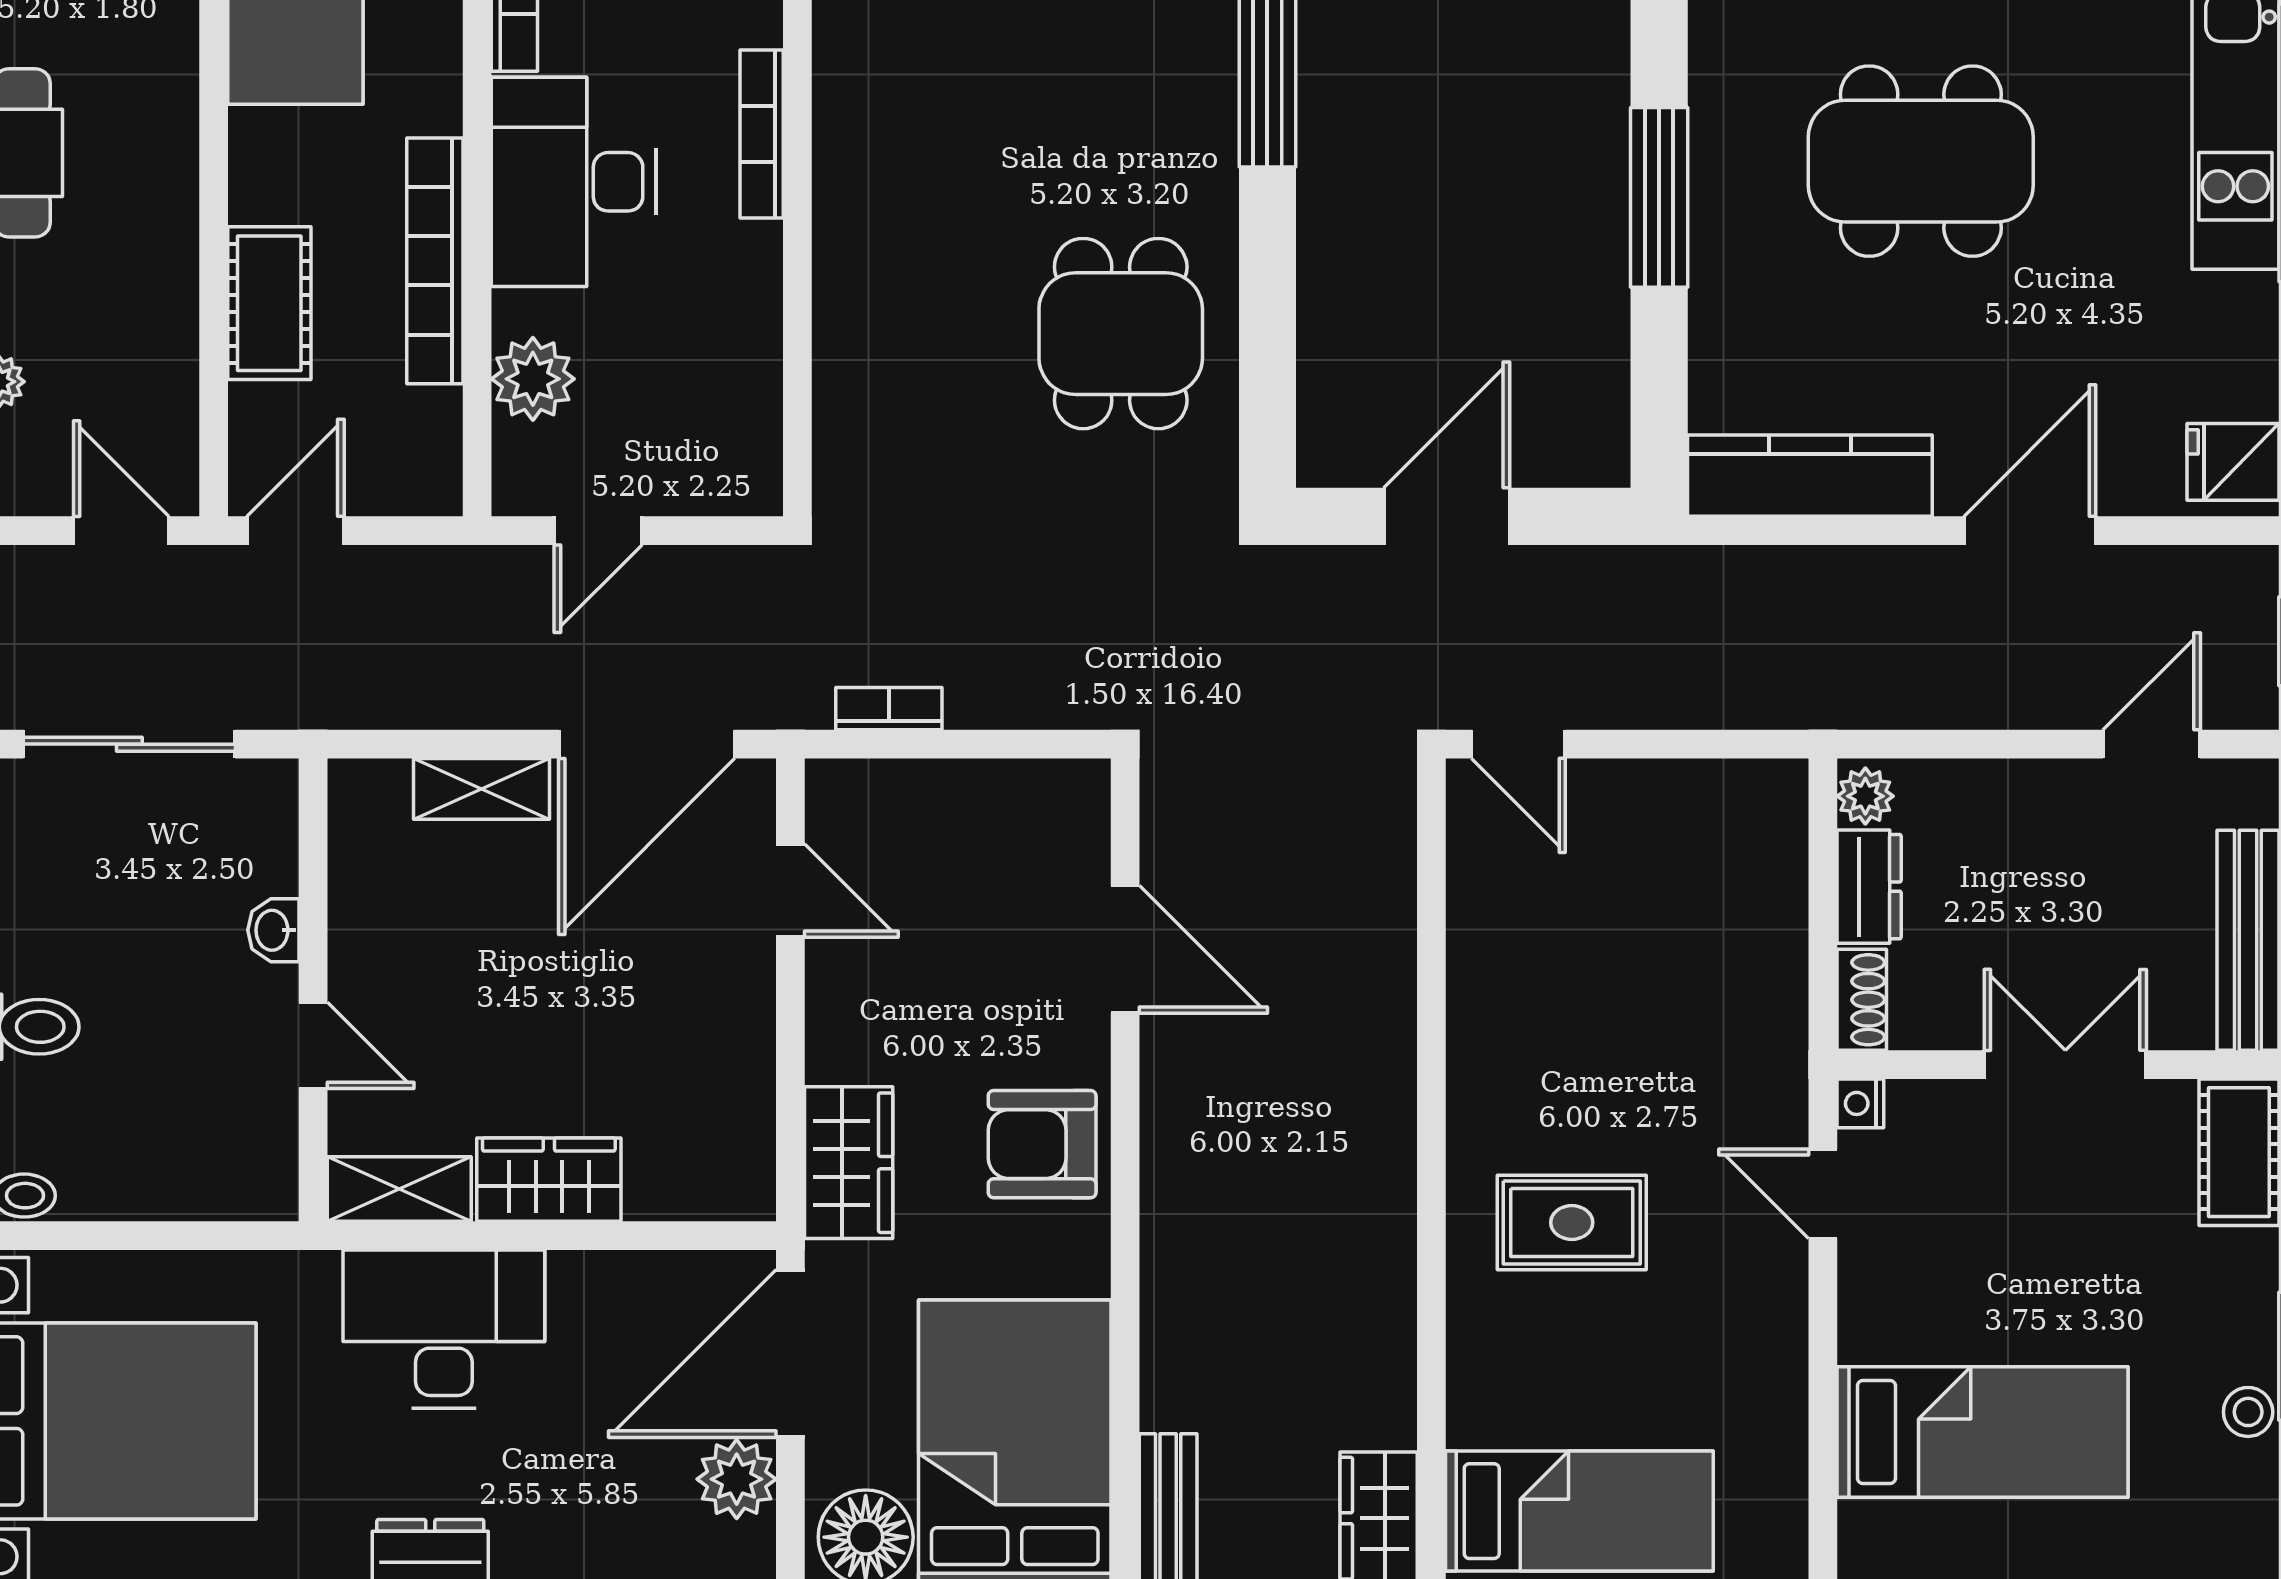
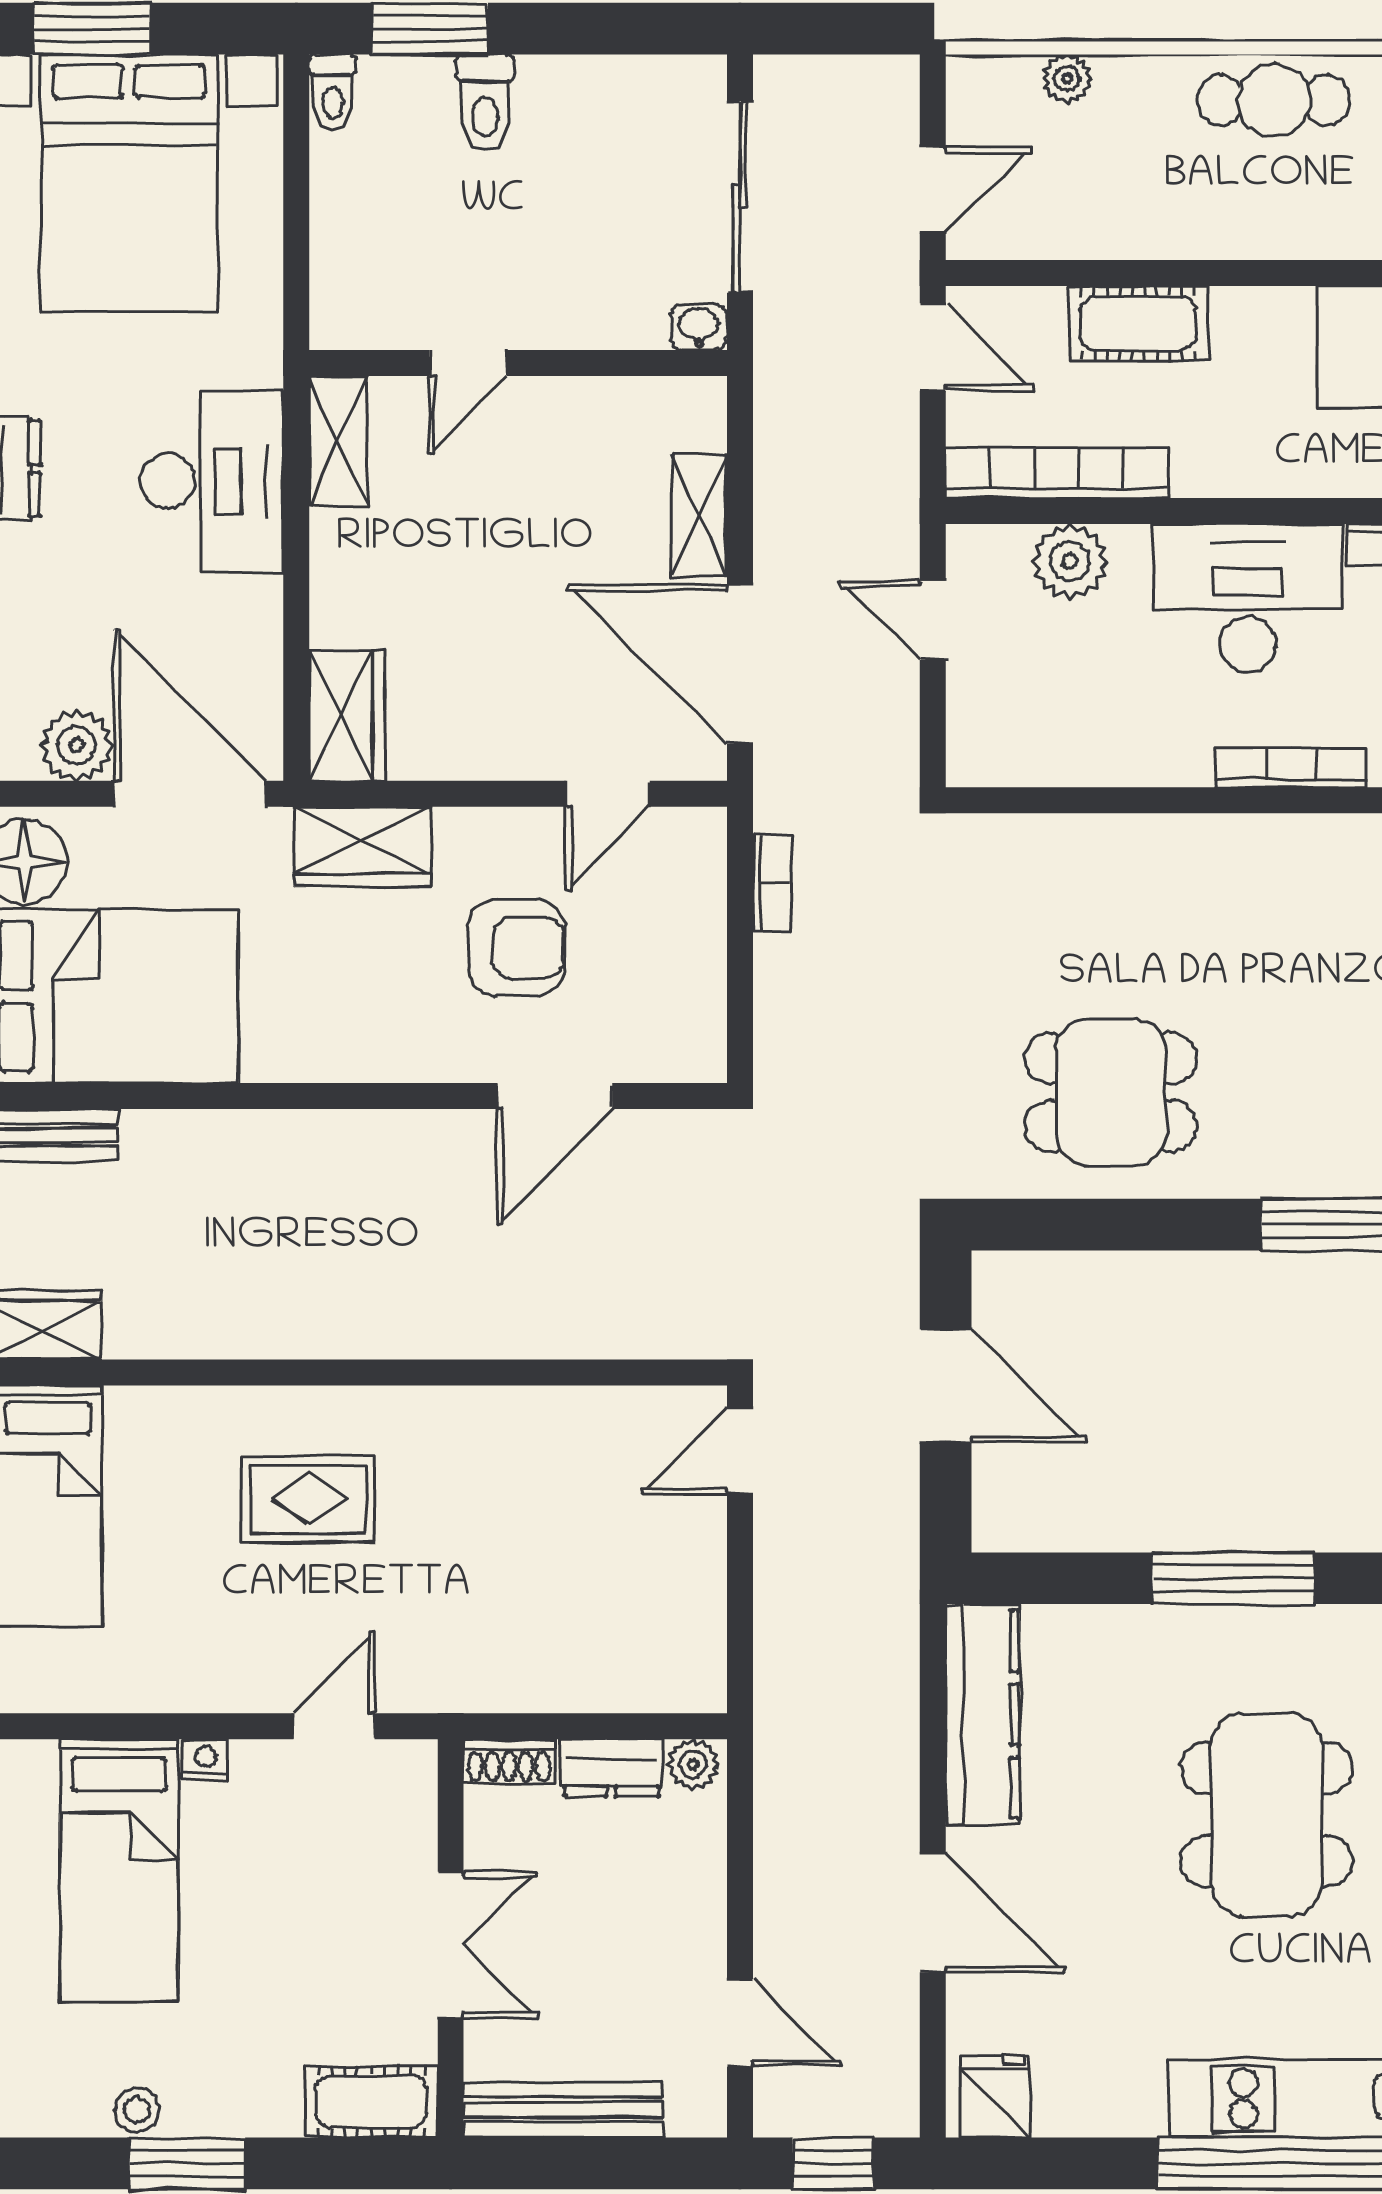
bookcase: (435, 261) -> (1057, 473), moved
washbasin: (273, 930) -> (699, 327), moved
nightstand: (1860, 1103) -> (205, 1760), moved
armchair: (1042, 1144) -> (516, 948), moved, turned 90
wardrobe: (549, 1180) -> (347, 716), moved
rug: (1572, 1223) -> (308, 1499), turned 90

